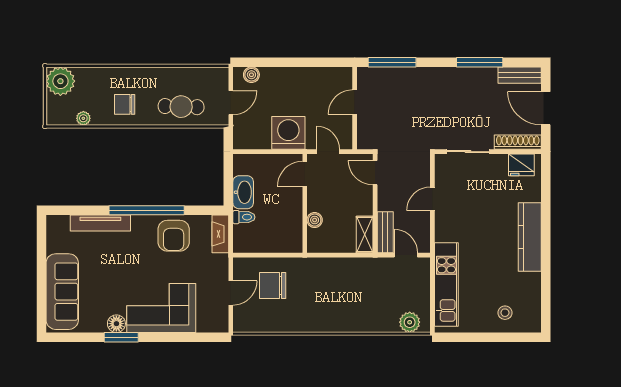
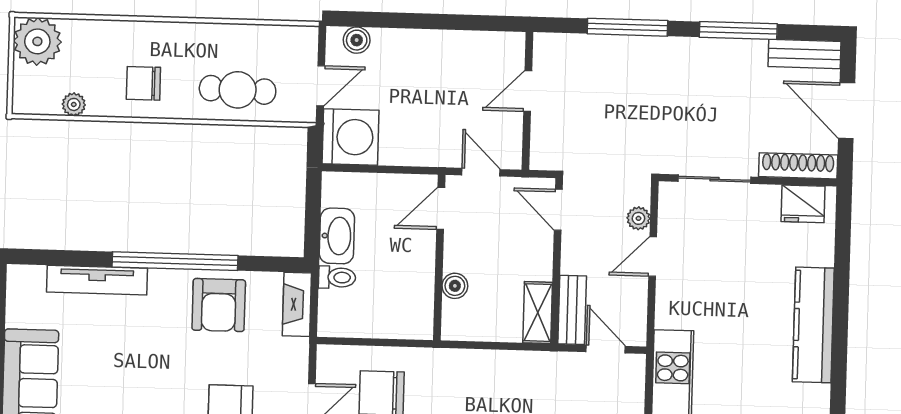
window: (392, 62) -> (627, 27), moved
washing machine: (288, 133) -> (350, 137), moved, turned 90
plant: (423, 176) -> (638, 218), added

